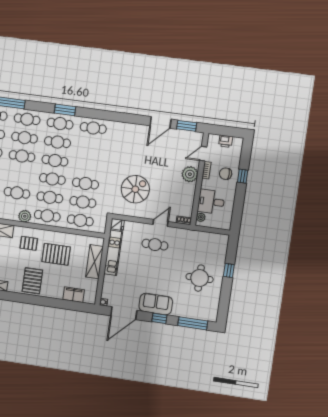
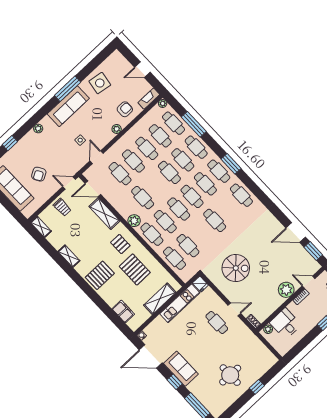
chair: (226, 174) -> (313, 311), removed
cafe table: (85, 184) -> (215, 220), moved

